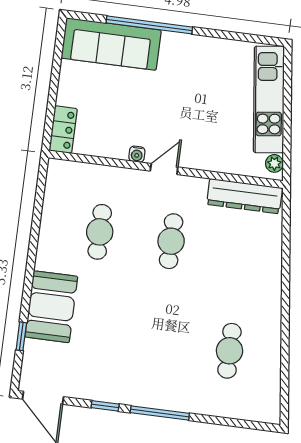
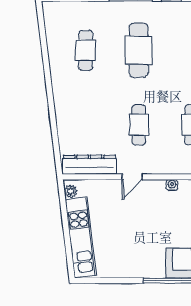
door: (164, 169) -> (132, 177), moved
cafe table: (158, 342) -> (139, 50), added

